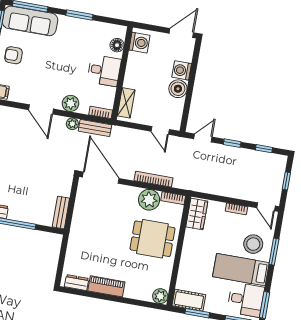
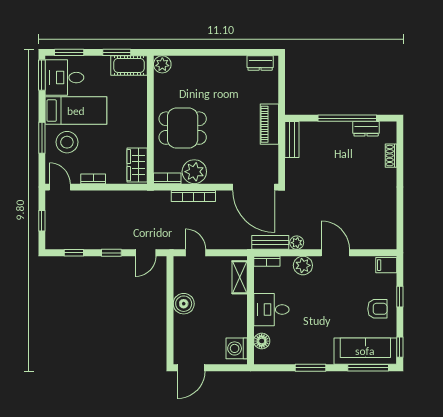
washing machine: (182, 70) -> (183, 325), removed
piano: (106, 286) -> (269, 124), moved, turned 90

